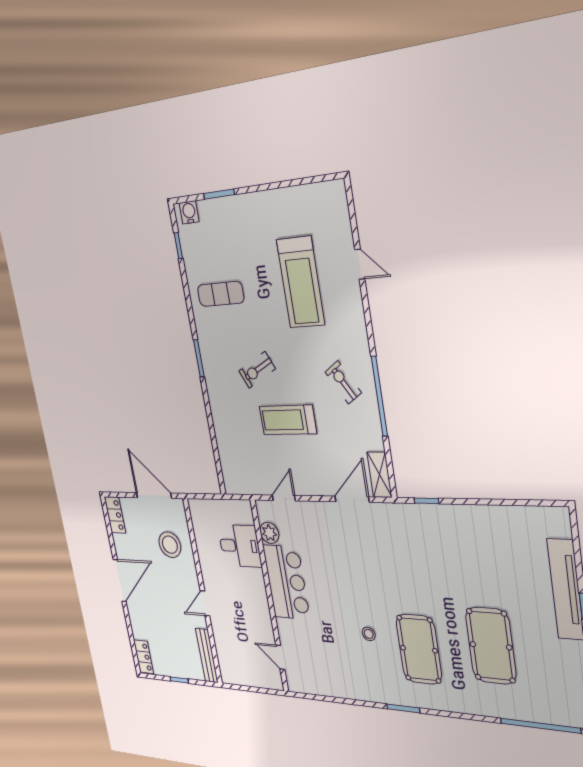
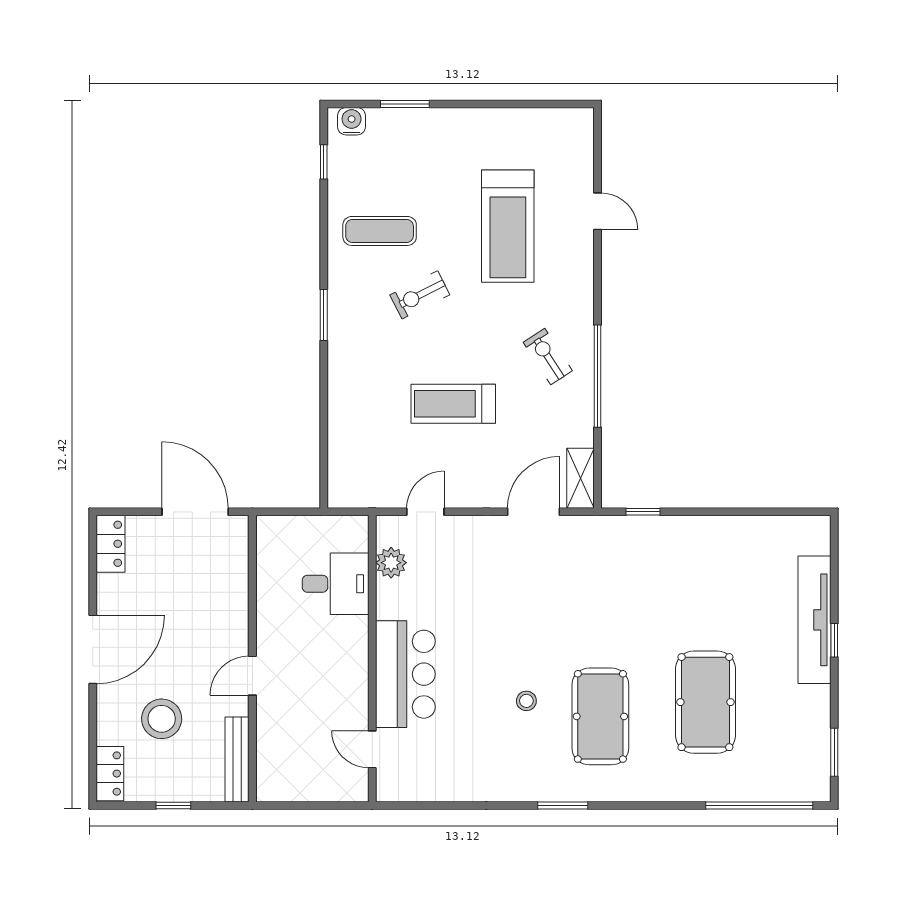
exercise bike: (257, 370) -> (420, 295), moved
stool: (170, 545) -> (162, 719), moved
bar counter: (286, 582) -> (405, 674), moved

